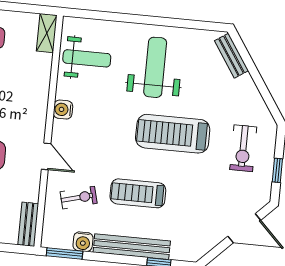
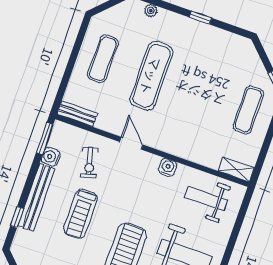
weight bench: (87, 58) -> (206, 198), turned 90
door: (46, 156) -> (131, 143), swing flipped
treadmill: (138, 193) -> (81, 214), turned 180

